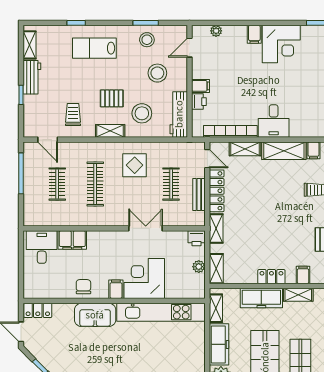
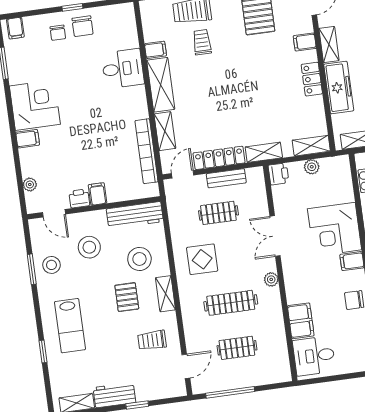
printer: (199, 102) -> (79, 198), moved
desk: (274, 121) -> (123, 69), moved
plant: (110, 220) -> (271, 279), added

